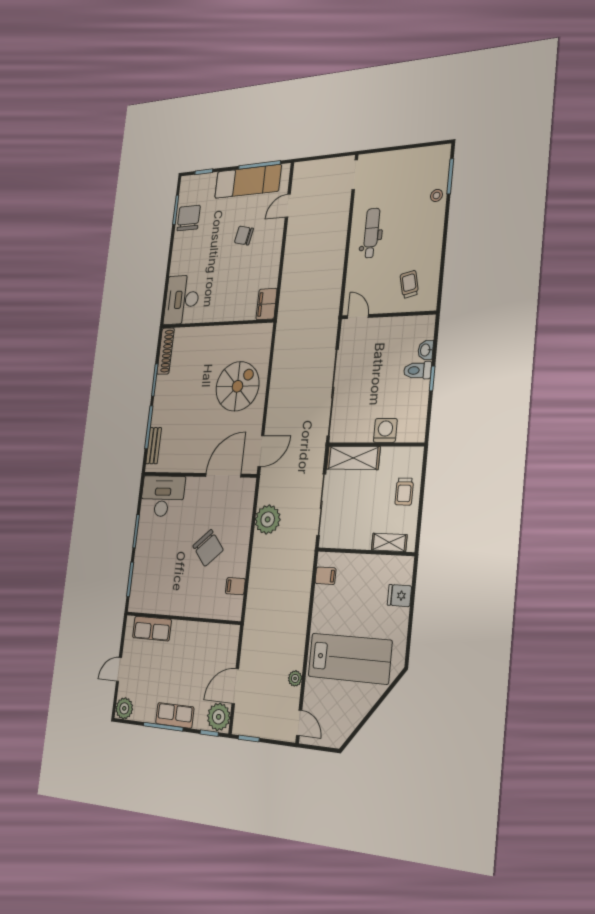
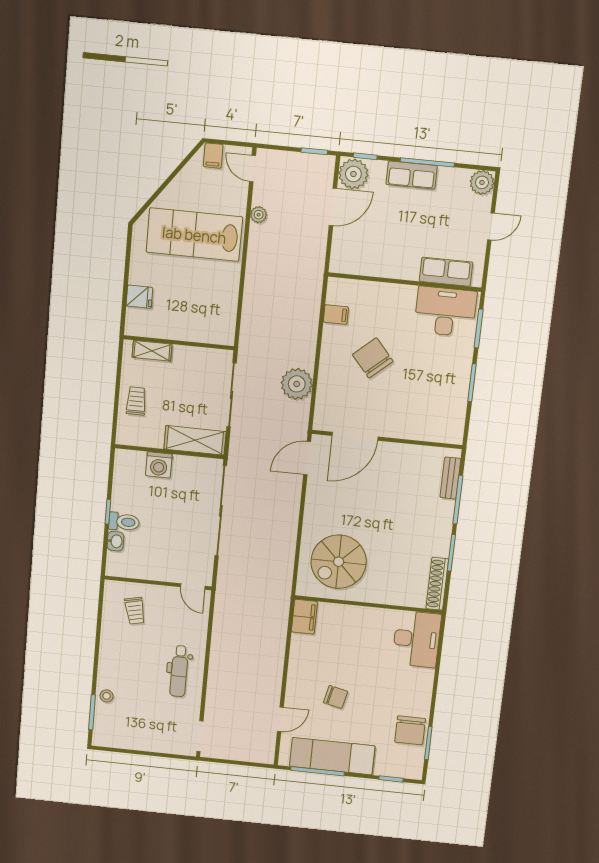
spiral stairs: (237, 386) -> (339, 562), moved
desk: (162, 496) -> (445, 312), moved, turned 180
filing cabinet: (326, 576) -> (213, 156), moved, turned -90

